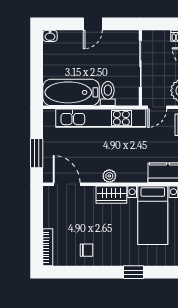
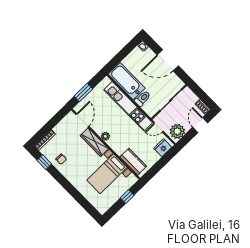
door: (93, 24) -> (168, 60), width x1.87
wardrobe: (111, 195) -> (94, 142), width x1.50
window: (133, 272) -> (44, 162), moved

